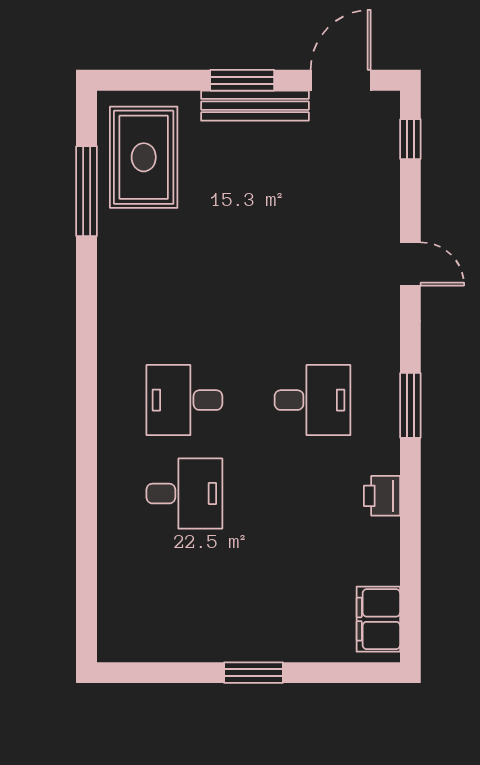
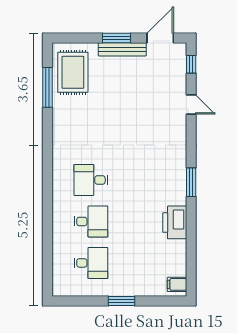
door: (410, 264) -> (191, 104), moved
desk: (313, 400) -> (91, 263), moved
printer: (382, 496) -> (175, 222), width x1.87, depth x1.48
filing cabinet: (378, 619) -> (177, 284), width x0.50

